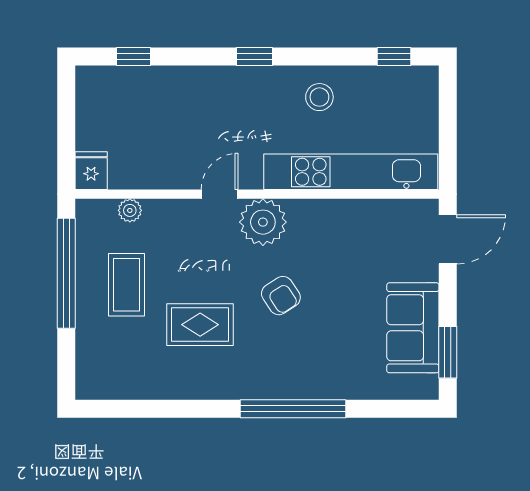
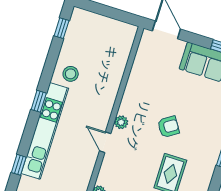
kitchen unit: (351, 172) -> (45, 131), moved, turned 180
plant: (263, 222) -> (121, 122), width x0.53, depth x0.53

